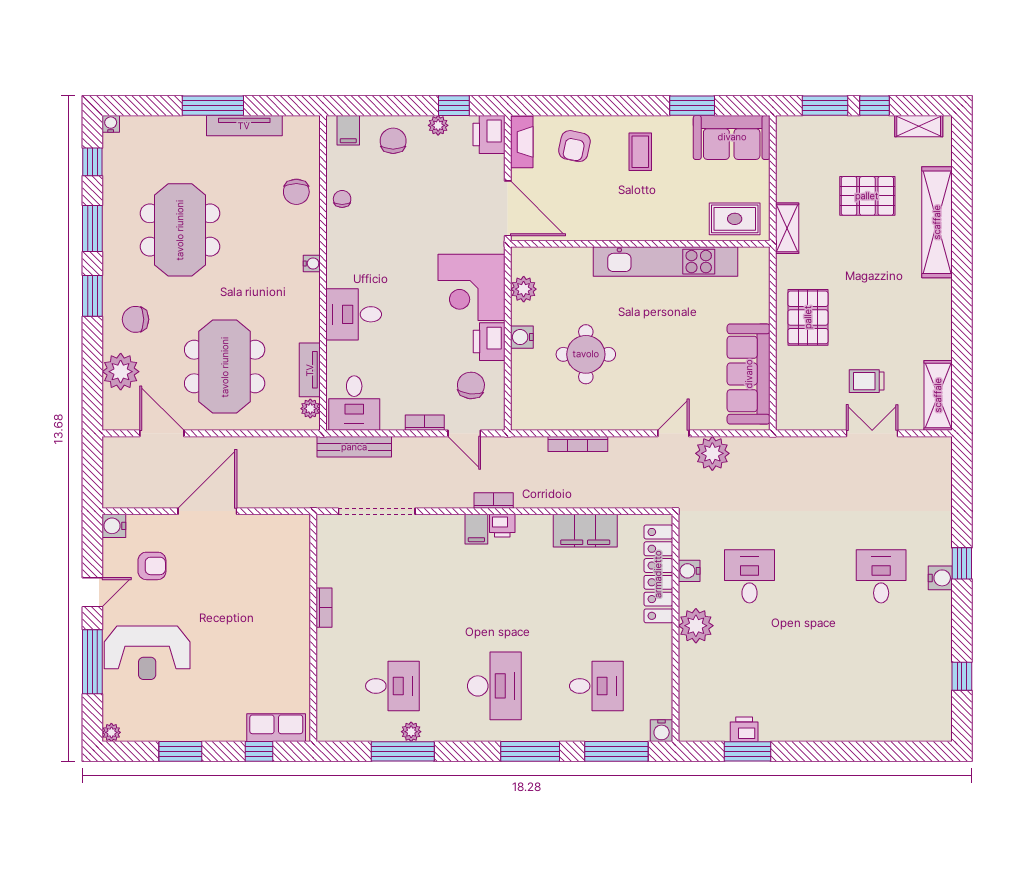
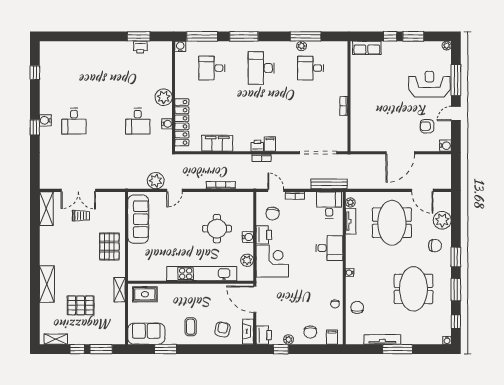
shelving: (937, 222) -> (47, 284), width x0.68
kitchen unit: (666, 262) -> (202, 274), moved
double door: (872, 433) -> (78, 190), width x1.37
window: (259, 751) -> (390, 36), moved

